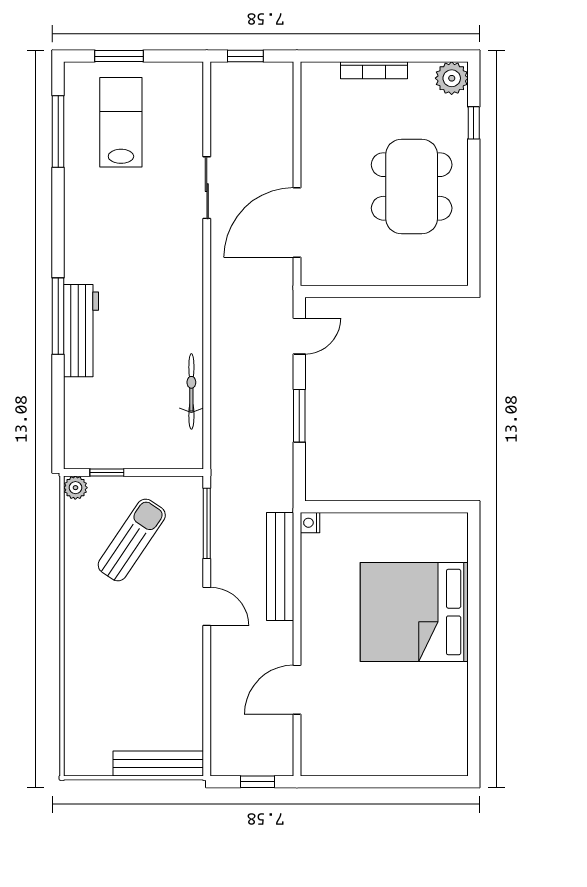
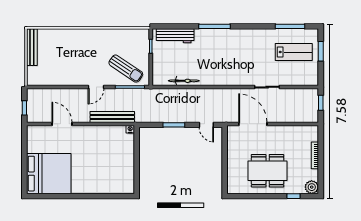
workbench: (81, 331) -> (175, 36), moved
plant: (75, 488) -> (145, 33), removed
sun lounger: (132, 540) -> (126, 69), moved
bed: (414, 612) -> (49, 174), moved, turned 90
bench: (158, 763) -> (32, 47), moved

